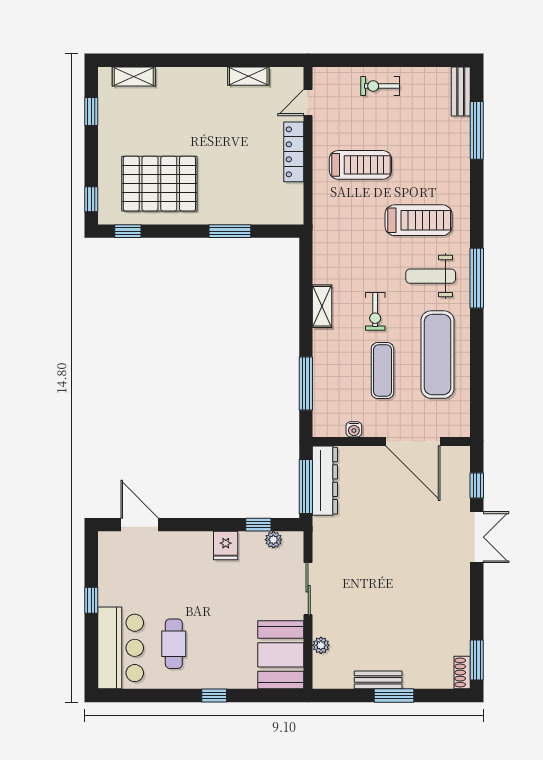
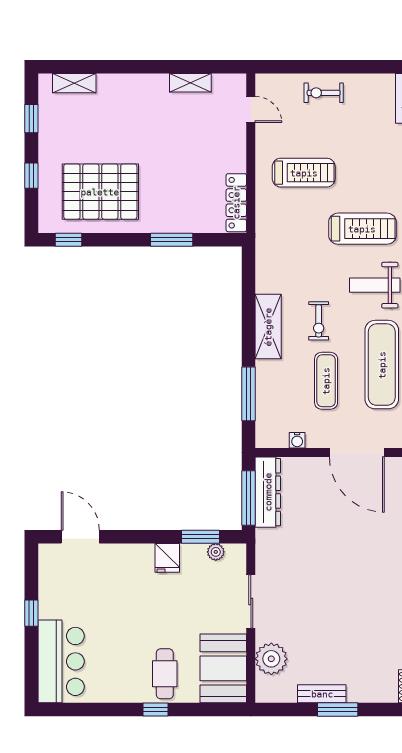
door: (308, 103) -> (251, 110), swing flipped
locker: (294, 152) -> (236, 203), moved
window: (91, 199) -> (31, 176), moved
shelving: (322, 306) -> (268, 327), width x1.50, depth x1.33
window: (258, 525) -> (201, 537), width x1.50
cafe table: (174, 644) -> (165, 674), moved
plant: (321, 645) -> (271, 659), width x1.88, depth x1.88

